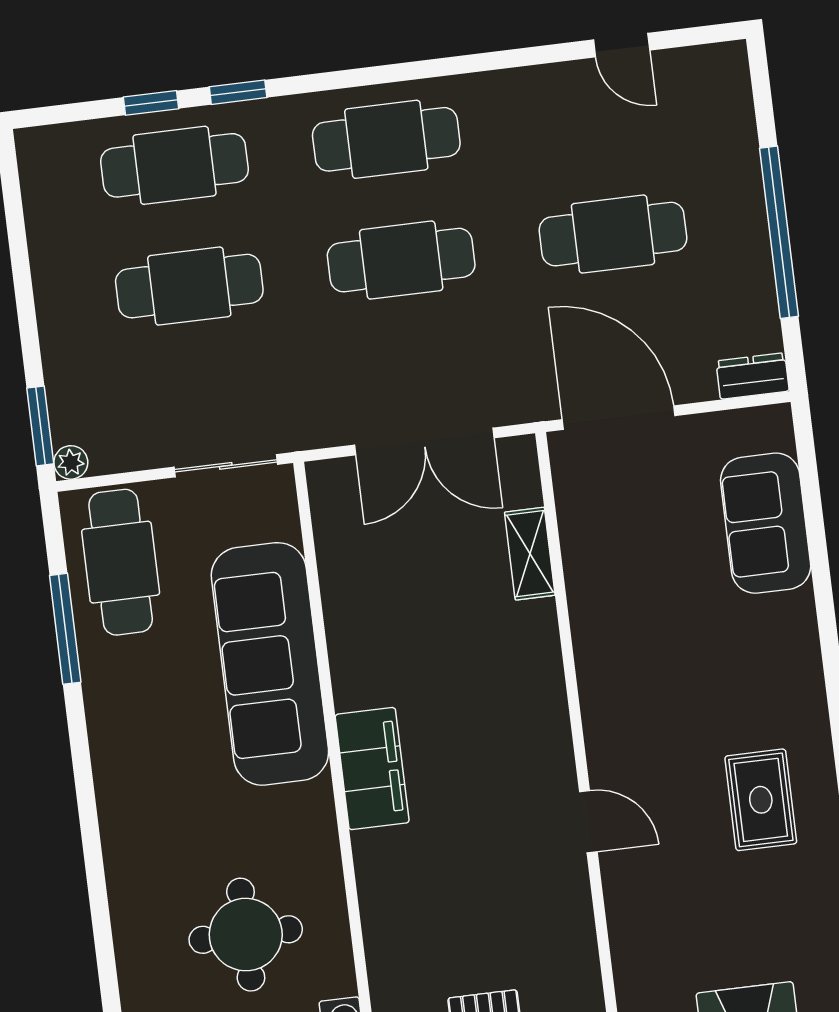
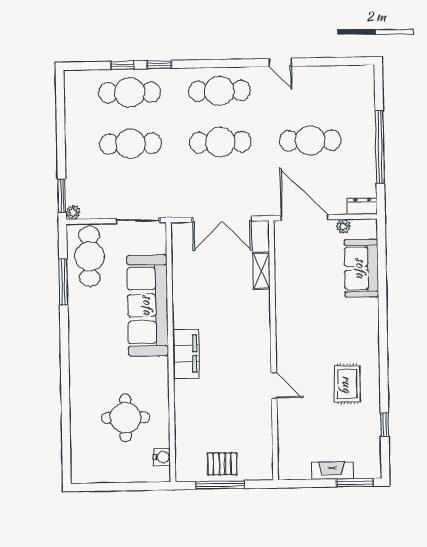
door: (622, 45) -> (280, 62), moved
plant: (713, 428) -> (343, 226), added

